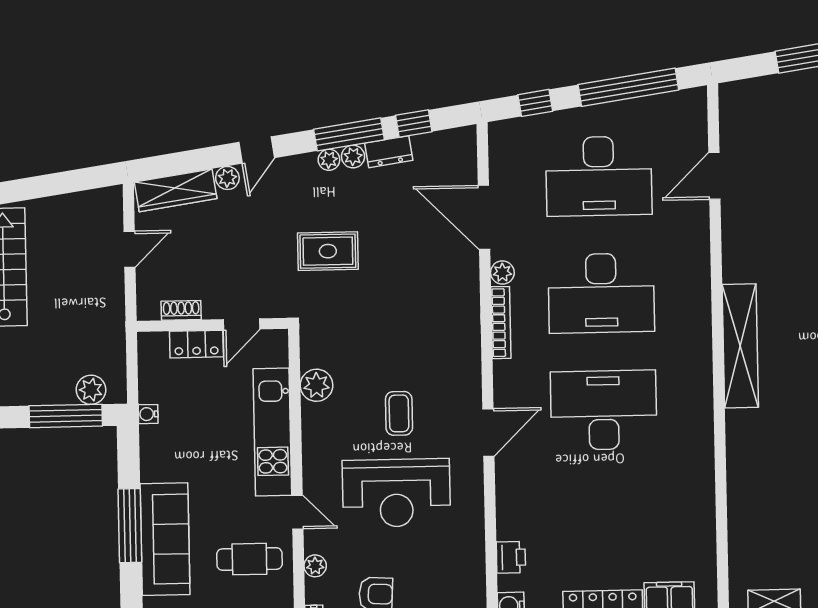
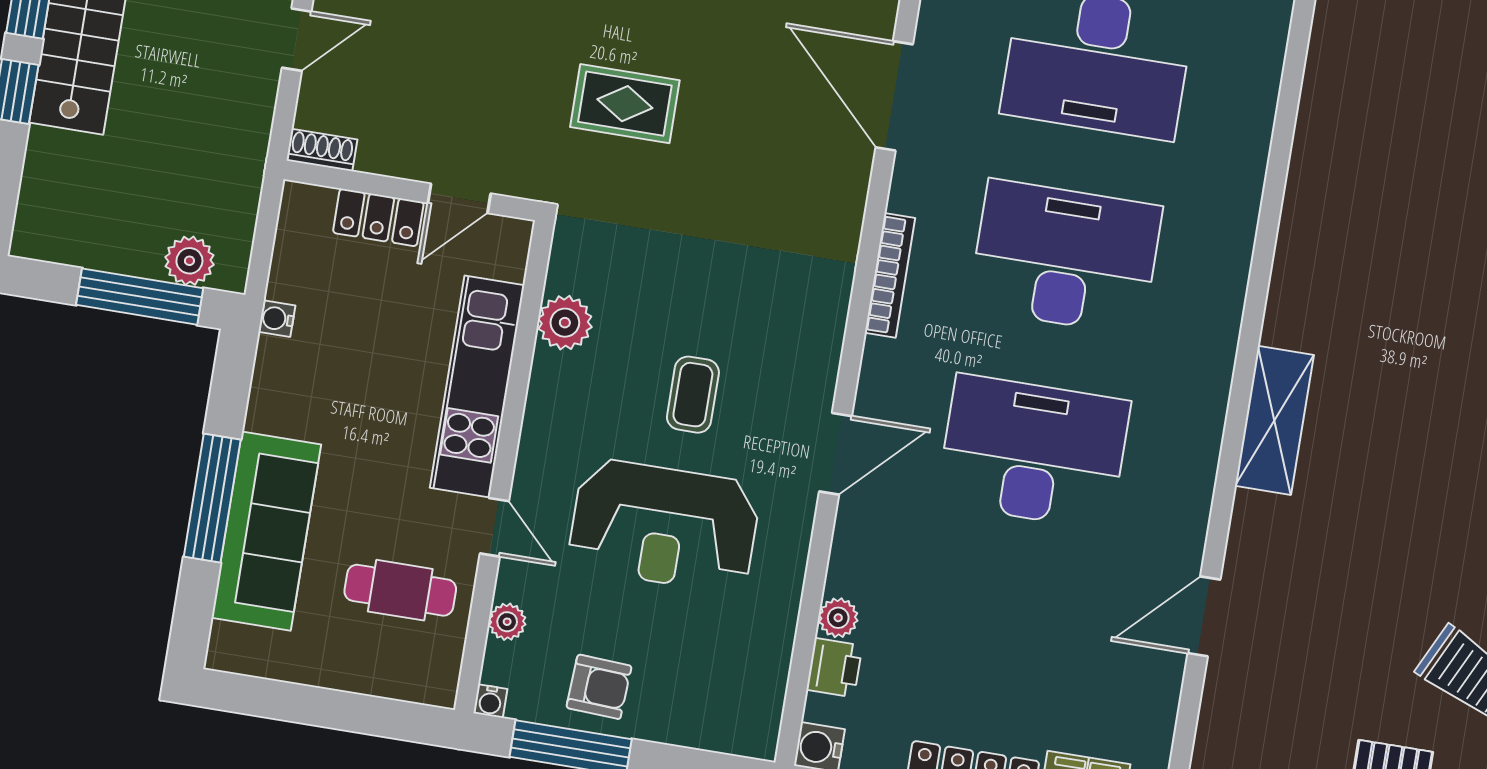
door: (714, 176) -> (1204, 616), moved
plant: (502, 273) -> (838, 618), moved
desk: (601, 293) -> (1065, 257), turned 180
shoe rack: (181, 310) -> (322, 150), moved
shelving: (740, 346) -> (1274, 420), width x0.68

